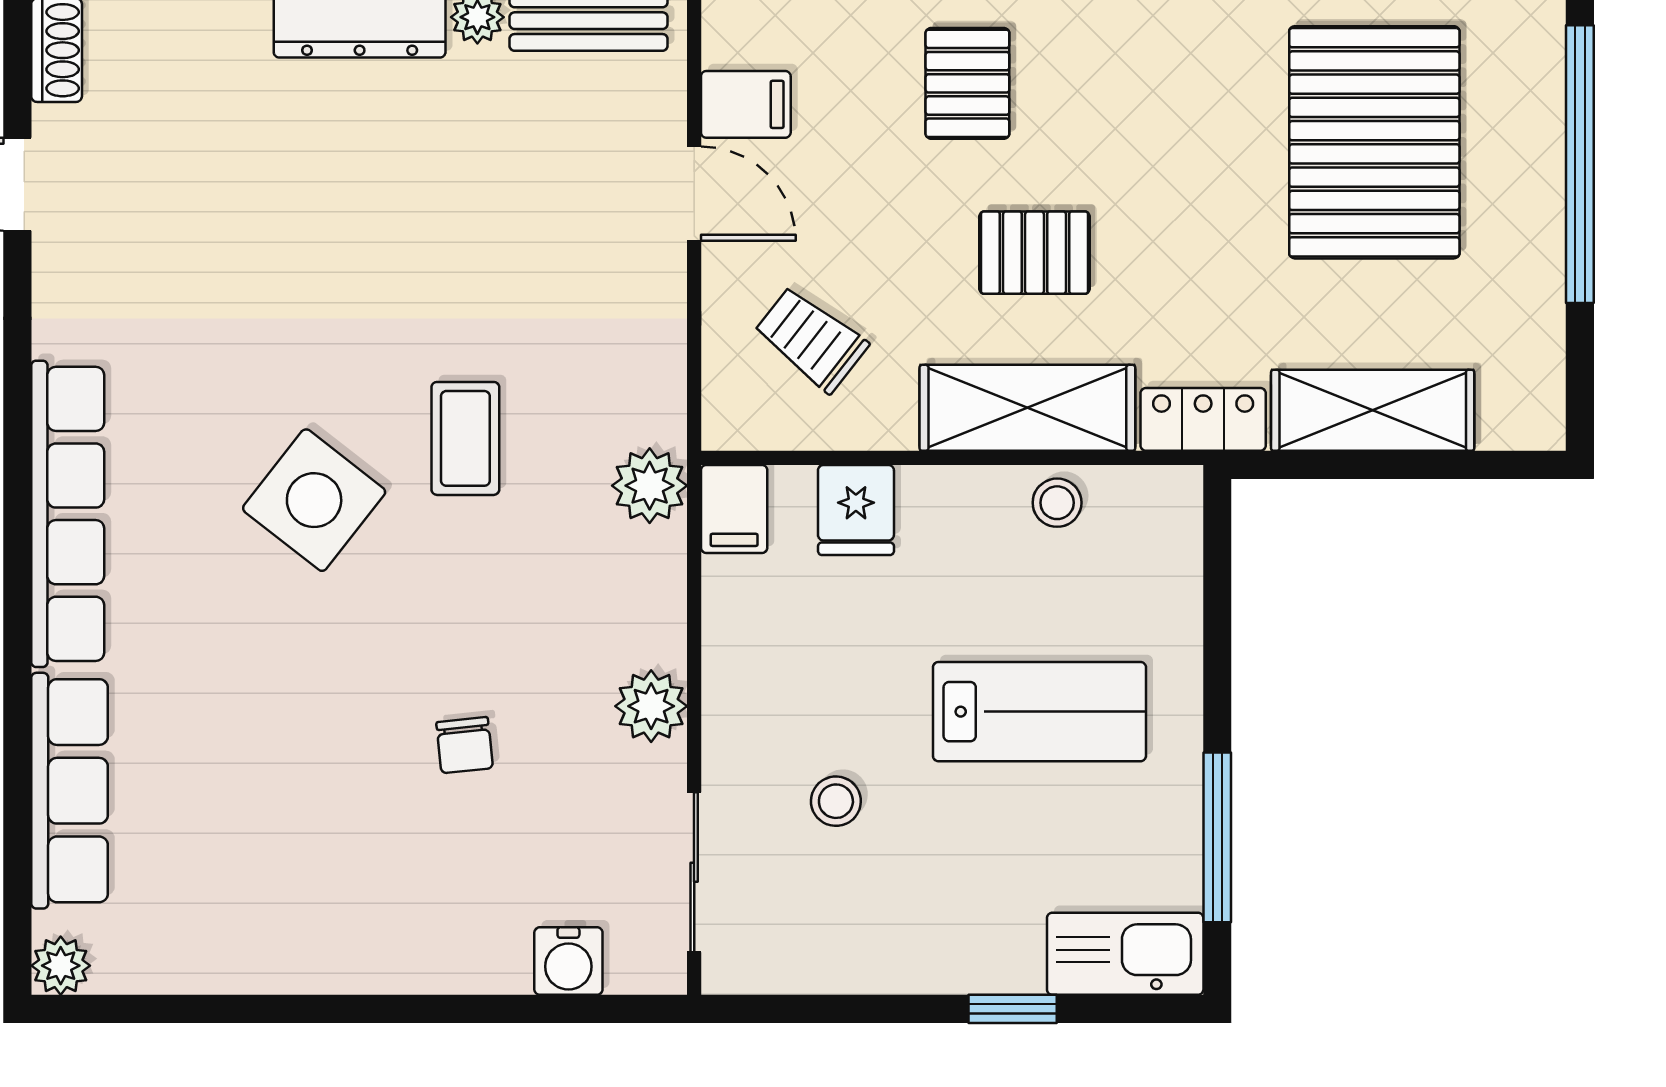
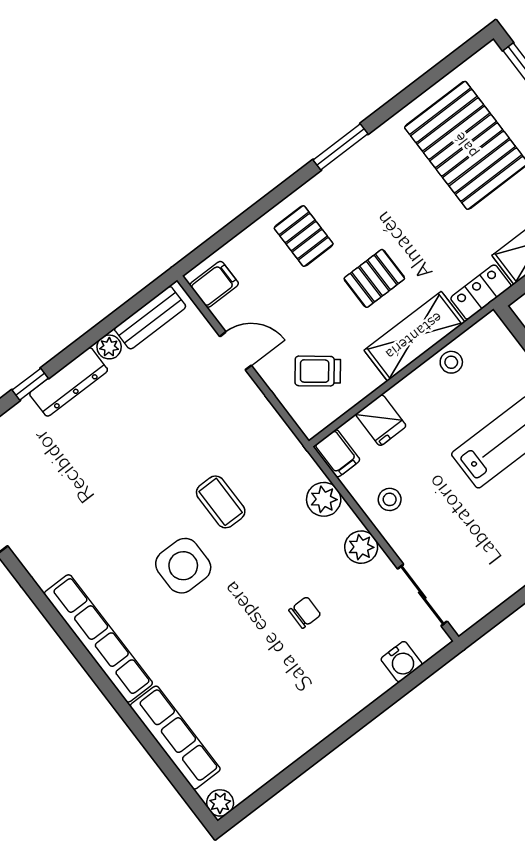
filing cabinet: (746, 104) -> (214, 284), moved
plant: (650, 486) -> (324, 499), moved
side table: (314, 500) -> (183, 566), turned -38
chair: (465, 745) -> (305, 612), turned -84
stool: (836, 801) -> (390, 499), moved

